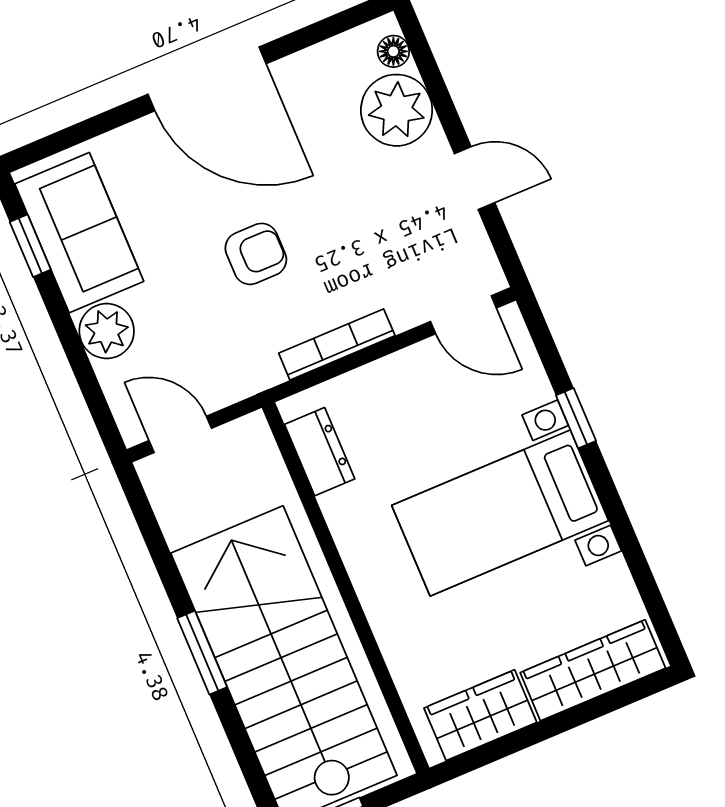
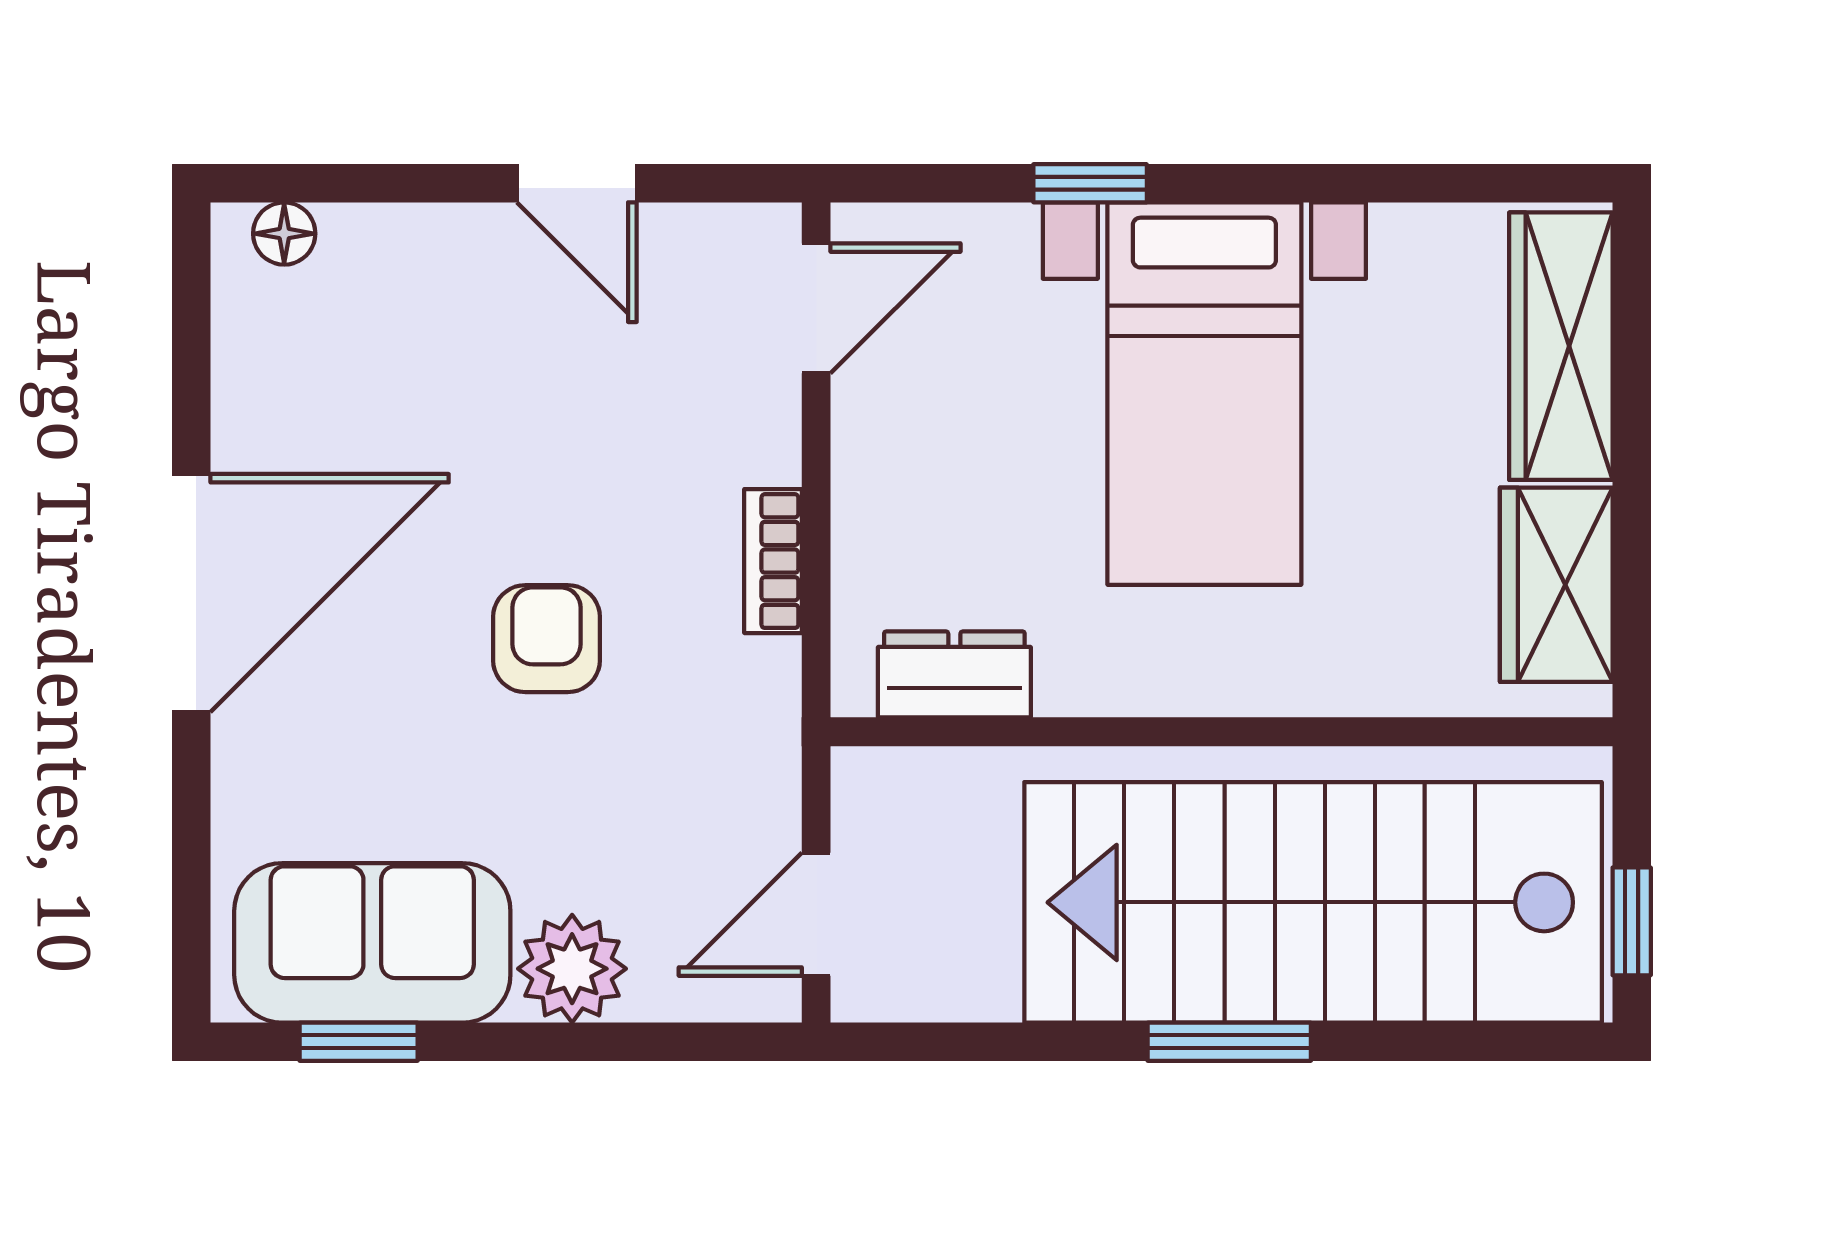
plant: (397, 110) -> (393, 273), removed
door: (475, 178) -> (577, 183), swing flipped
bookcase: (337, 344) -> (773, 561), width x0.64

